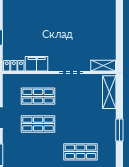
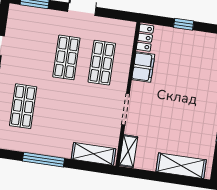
shelving: (108, 23) -> (181, 166), added
window: (119, 130) -> (43, 160), width x1.44

